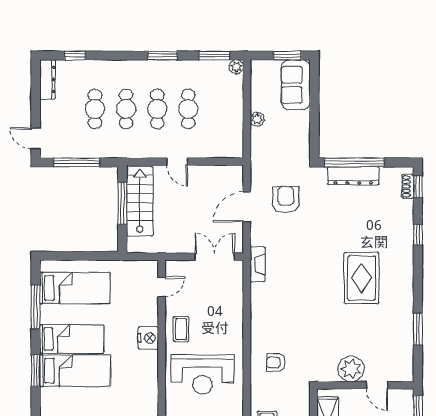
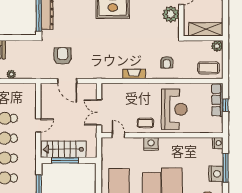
armchair: (286, 200) -> (63, 56), turned 90
double door: (215, 257) -> (99, 112), moved
fireplace: (258, 264) -> (134, 74), moved

